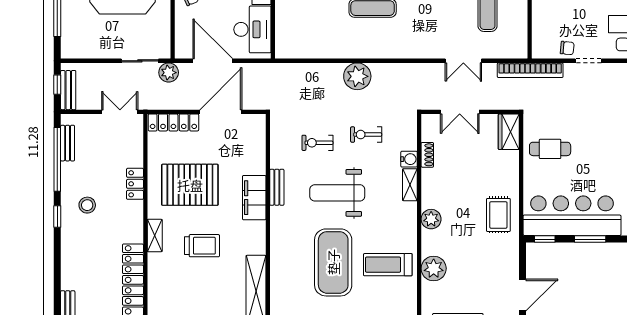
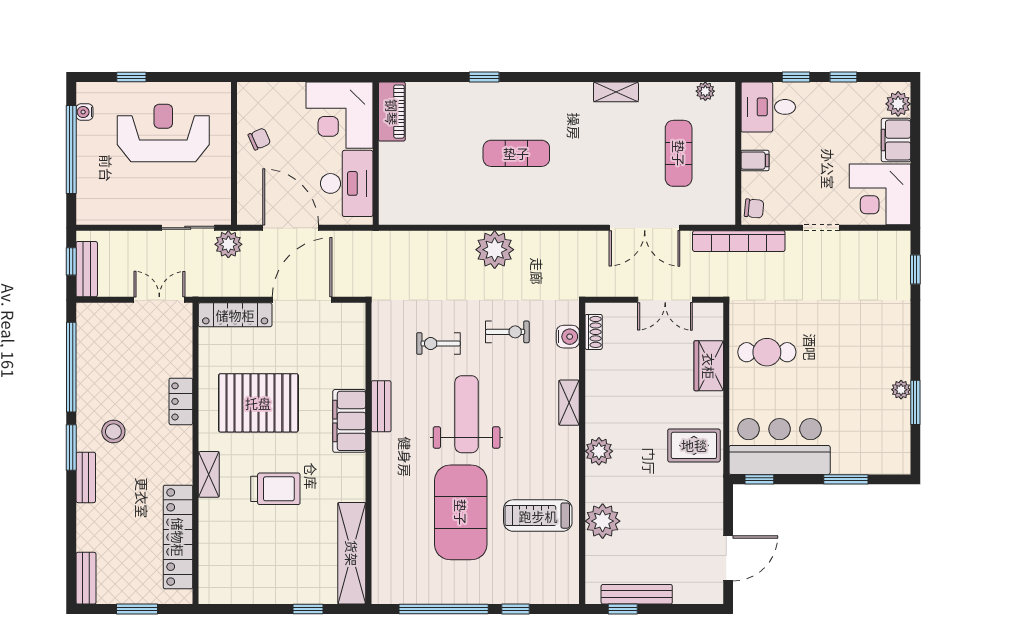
filing cabinet: (542, 13) -> (755, 161), added
chair: (567, 48) -> (754, 208), moved
double door: (463, 61) -> (645, 228), width x1.37
double door: (460, 112) -> (665, 300), moved
wardrobe: (509, 132) -> (709, 366), moved
exercise bike: (366, 135) -> (507, 332), turned 180
bench: (68, 143) -> (86, 477), moved
shoe rack: (427, 155) -> (594, 332), moved
water cooler: (409, 159) -> (568, 337), moved
weight bench: (337, 193) -> (467, 414), turned 90
rug: (498, 215) -> (694, 445), turned 90
window: (57, 216) -> (71, 448), width x1.50
bar counter: (572, 216) -> (780, 447), width x0.73
window: (590, 239) -> (846, 479), moved

